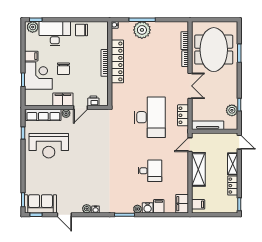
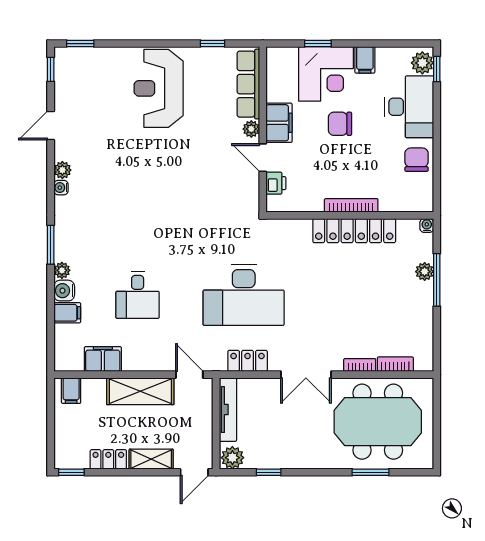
plant: (142, 30) -> (425, 272), width x0.53, depth x0.53
plant: (232, 110) -> (232, 458), moved
reception desk: (49, 146) -> (159, 88), moved
sofa: (41, 204) -> (72, 78), removed
filing cabinet: (182, 204) -> (103, 359), moved

